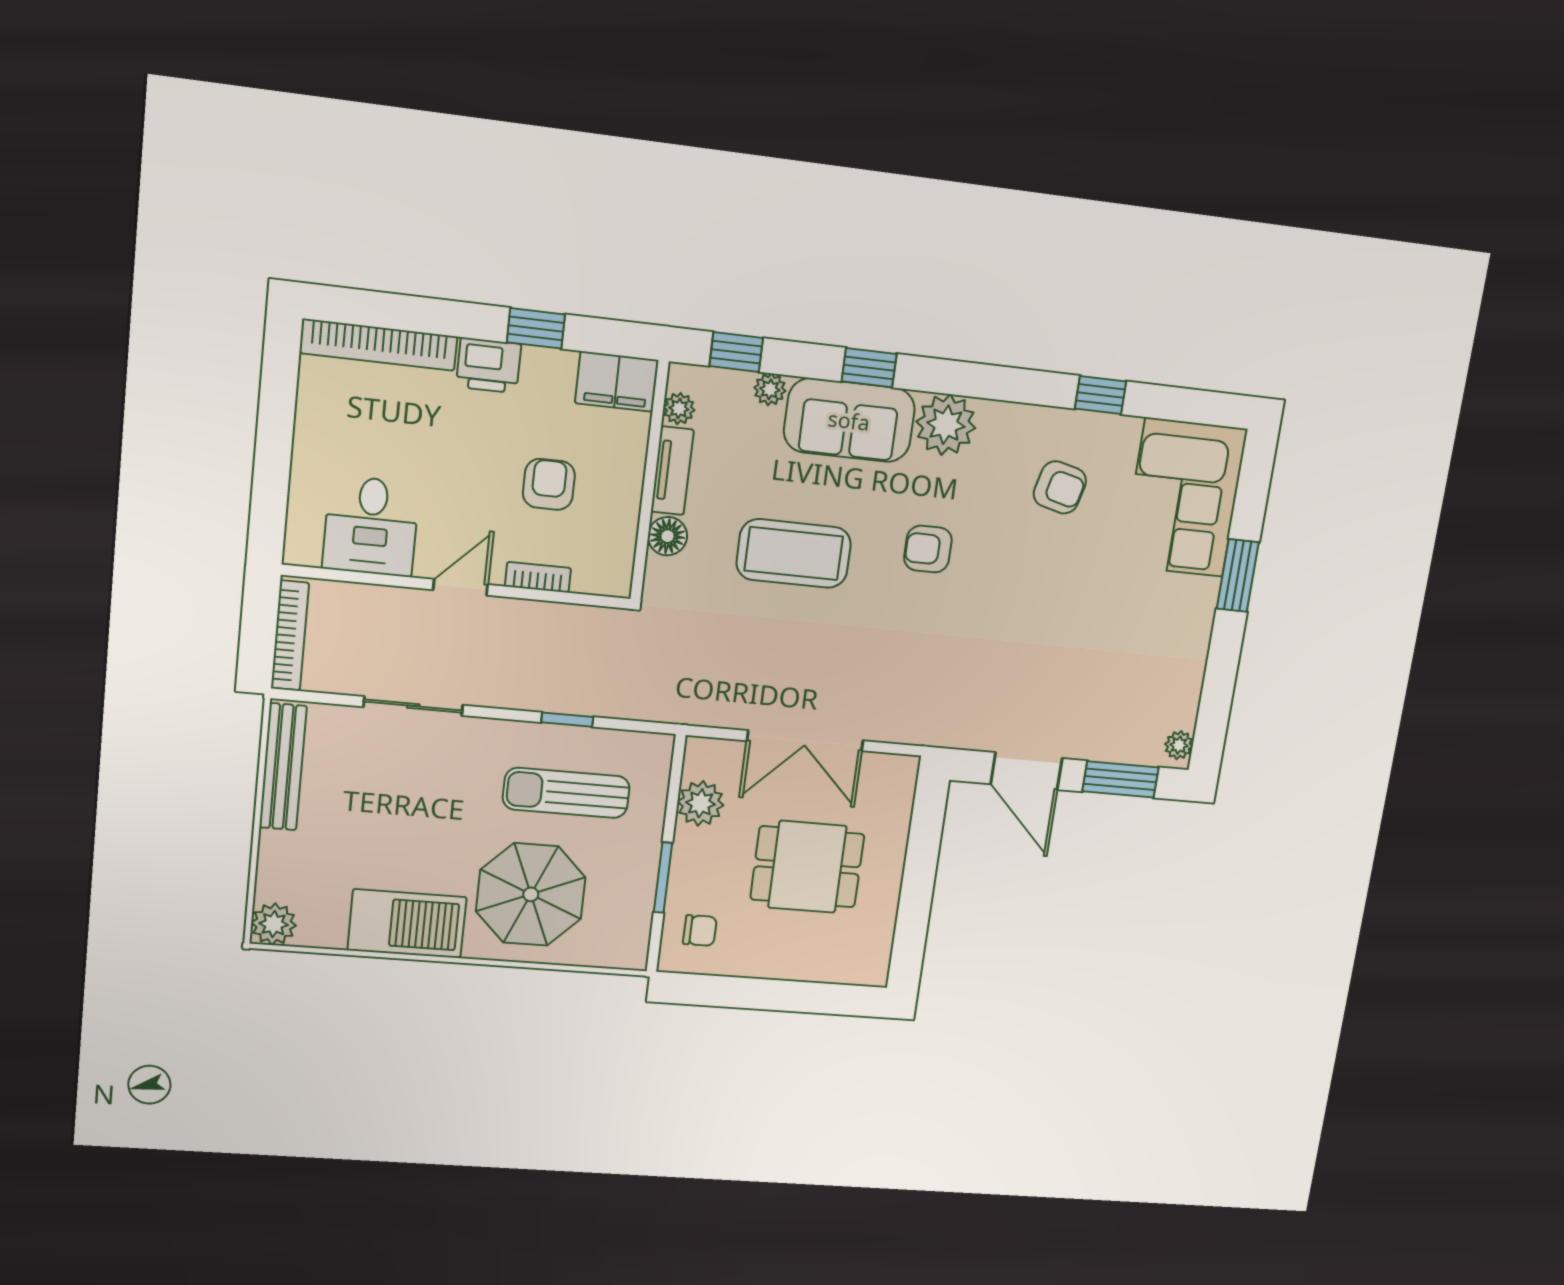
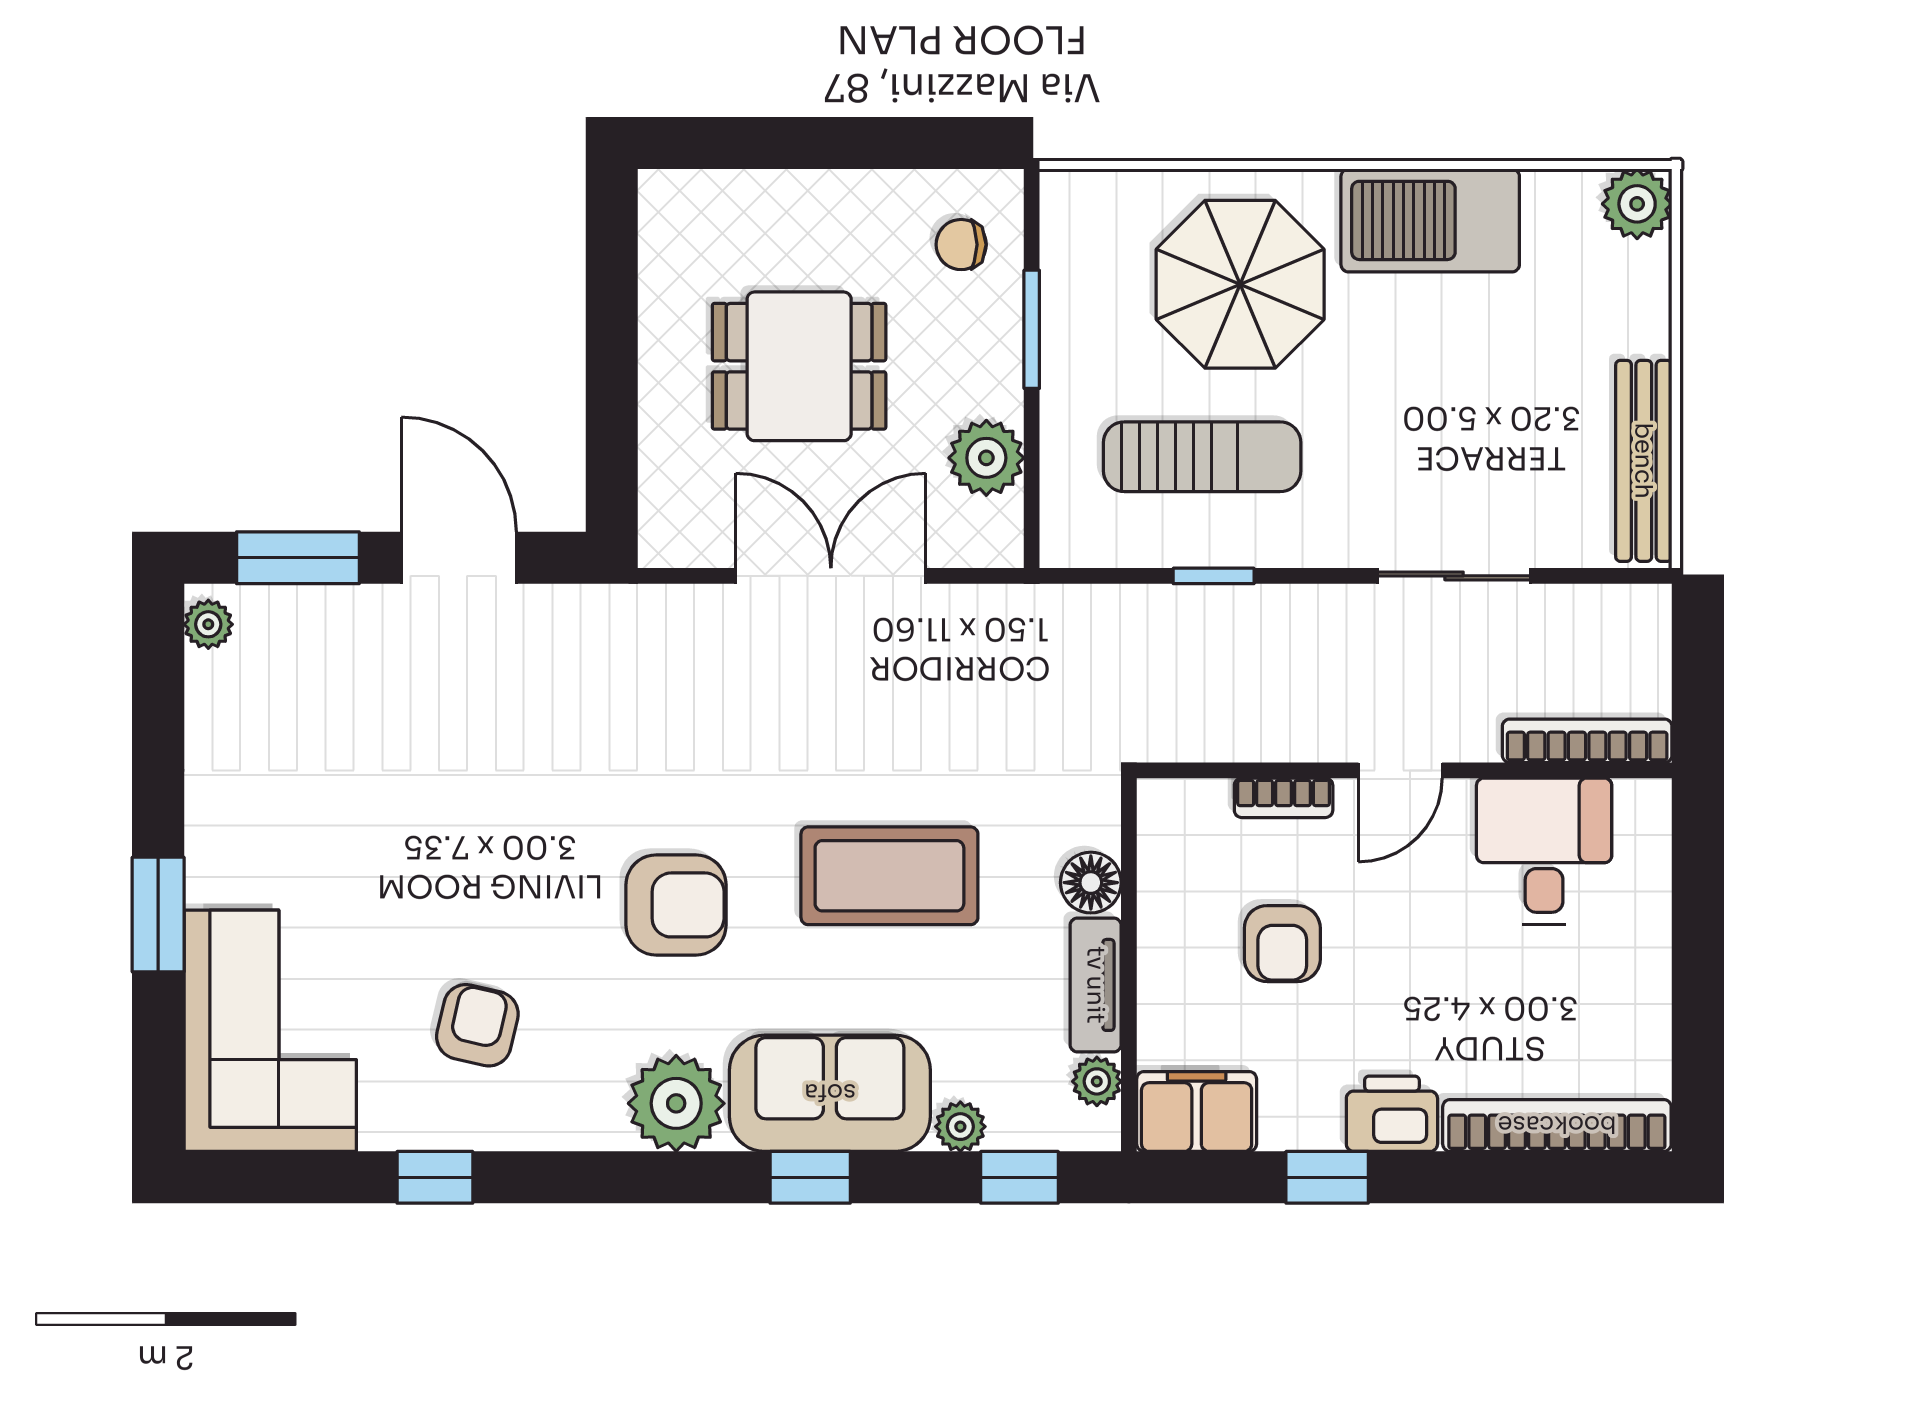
armchair: (1060, 487) -> (477, 1025), turned 89
armchair: (928, 549) -> (676, 905), width x1.38, depth x1.38
bookcase: (290, 635) -> (1587, 741), moved, turned 90

